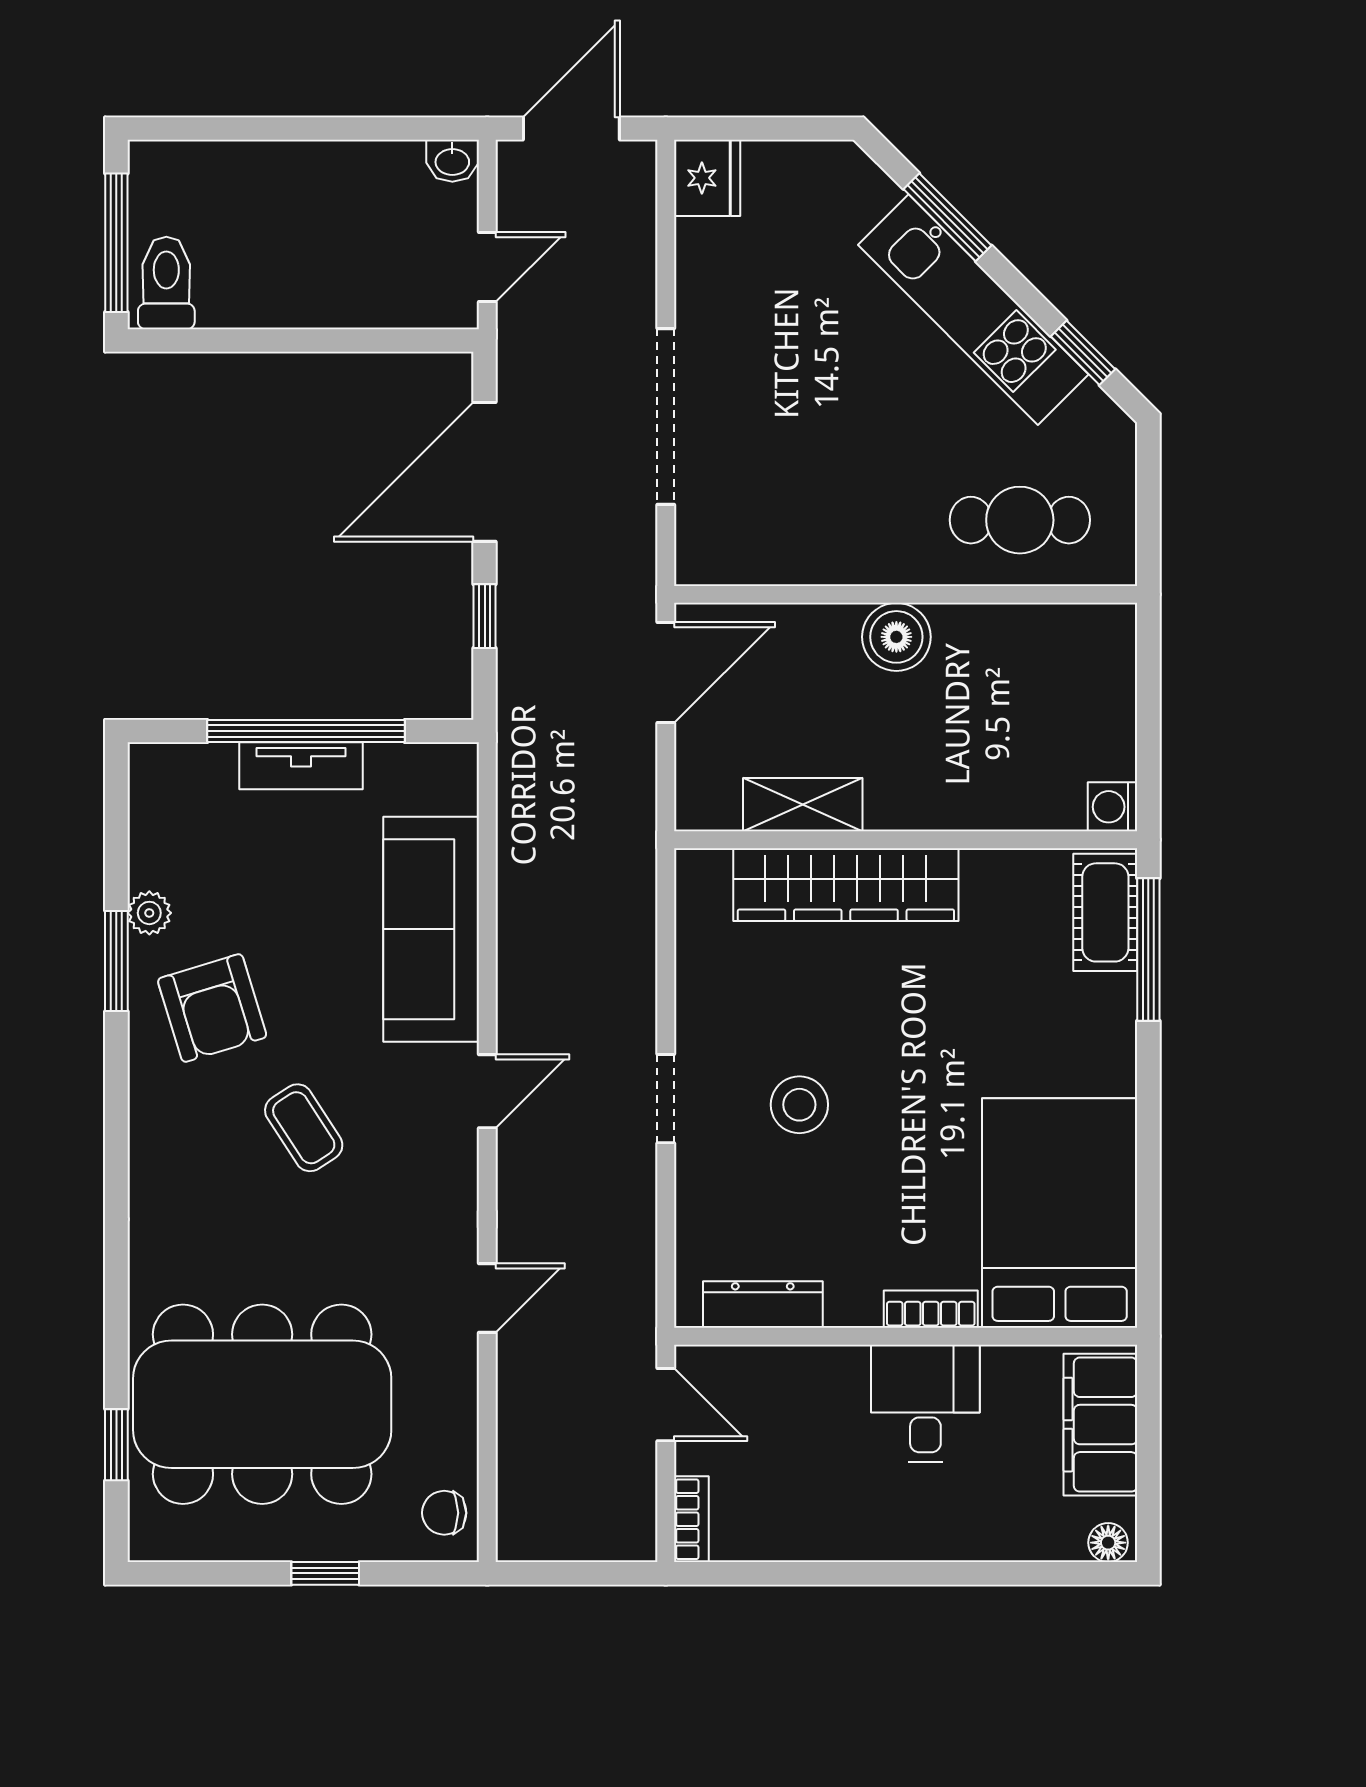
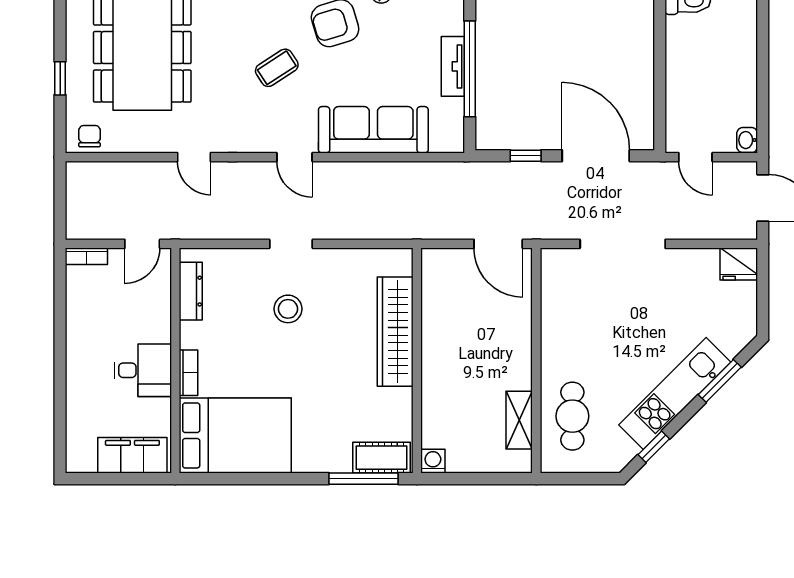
boiler: (896, 637) -> (516, 356), removed
shelving: (803, 805) -> (519, 420), moved
floor lamp: (1108, 1543) -> (75, 459), removed

